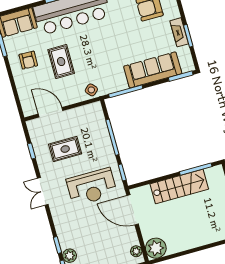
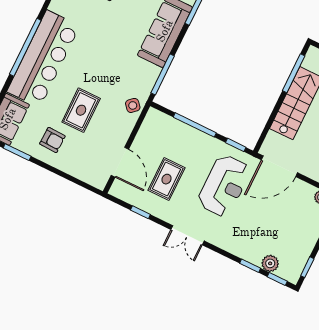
rug: (61, 61) -> (81, 110), turned 90
door: (51, 112) -> (120, 162), swing flipped

